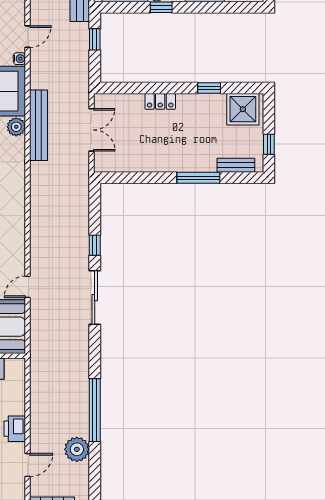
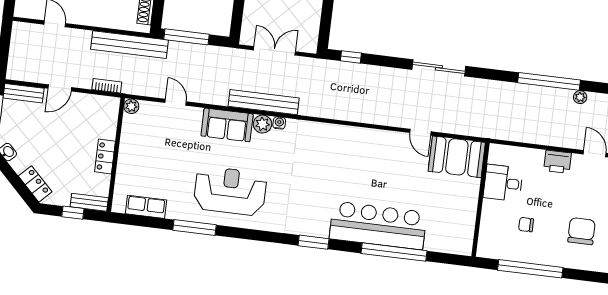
window: (95, 39) -> (187, 37), width x2.17
water cooler: (19, 59) -> (279, 123), moved
window: (95, 245) -> (351, 57), moved
plant: (77, 449) -> (580, 97), width x0.53, depth x0.53

